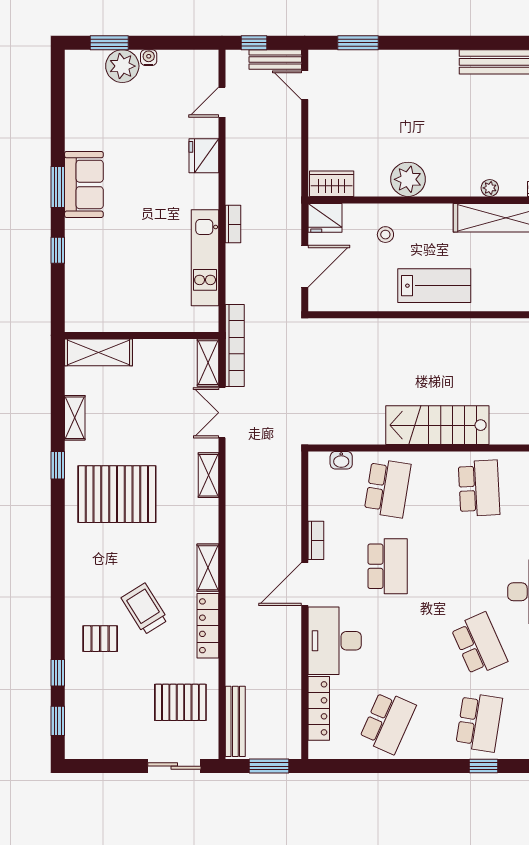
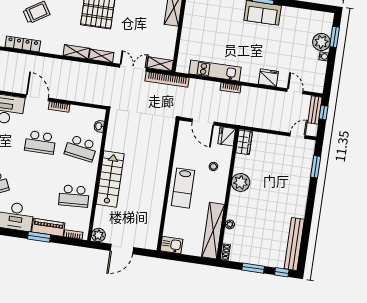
bench: (275, 60) -> (315, 110), moved
shelving: (208, 568) -> (76, 52), moved

